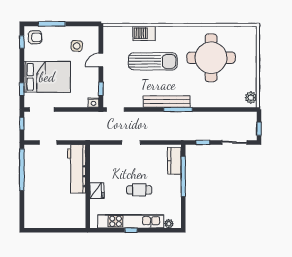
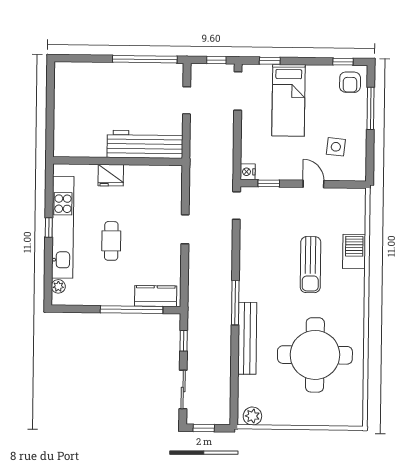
sun lounger: (153, 61) -> (310, 265), width x0.73, depth x0.75
bed: (47, 77) -> (288, 100), width x0.67
bench: (167, 102) -> (247, 338), moved

